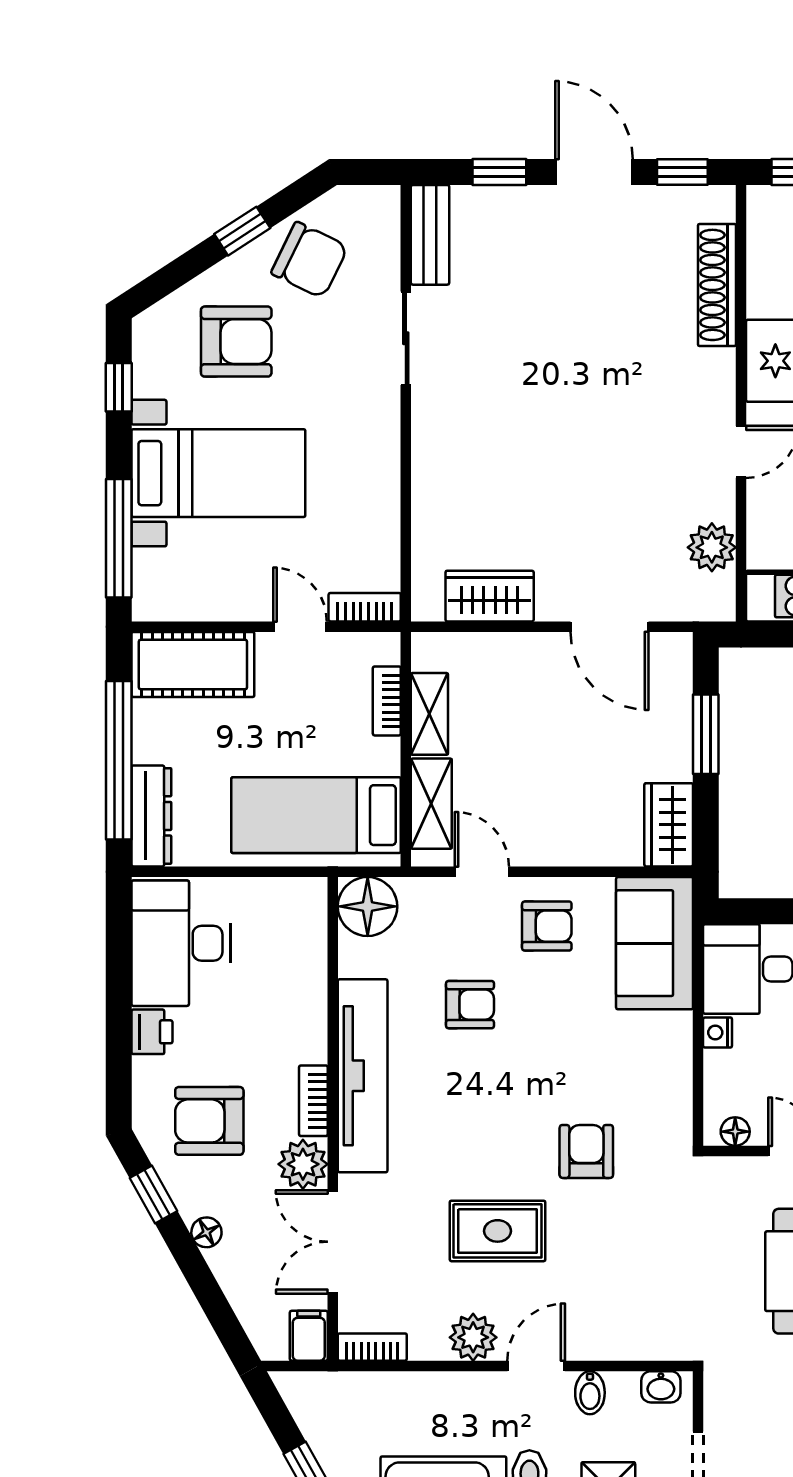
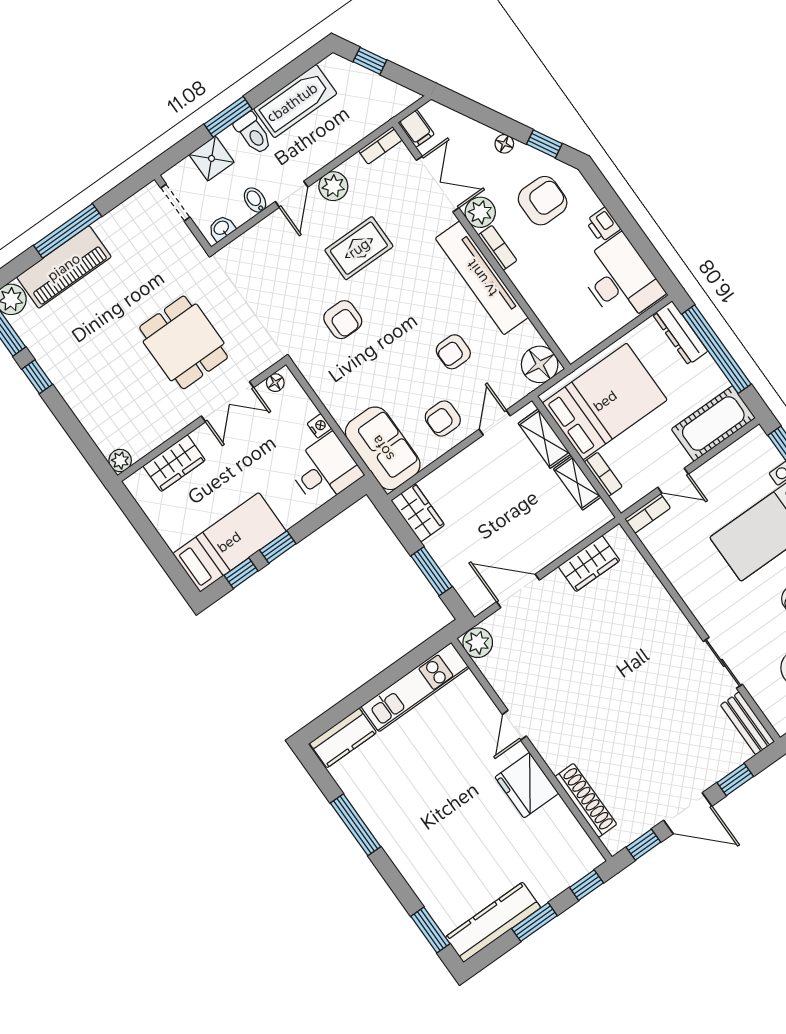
plant: (712, 547) -> (478, 643), moved
bed: (316, 815) -> (605, 401), width x1.50
door: (482, 872) -> (495, 423), swing flipped

